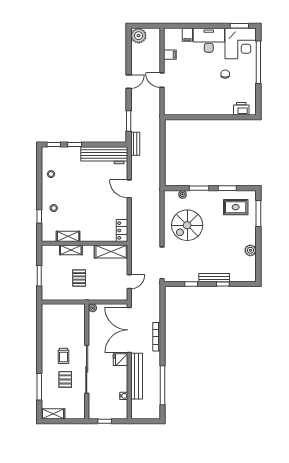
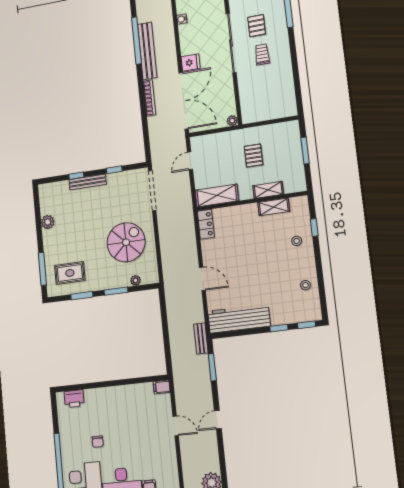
filing cabinet: (170, 55) -> (162, 387), moved
bench: (137, 376) -> (147, 51), moved

